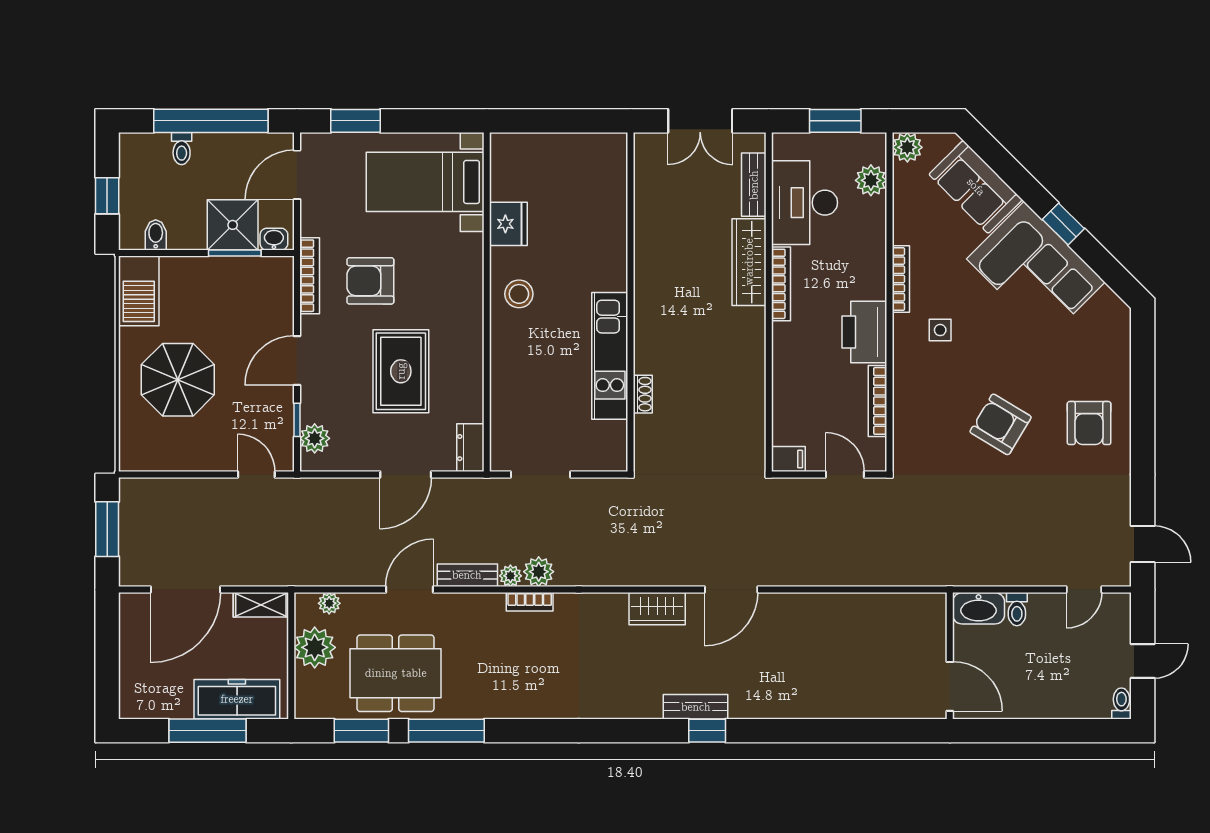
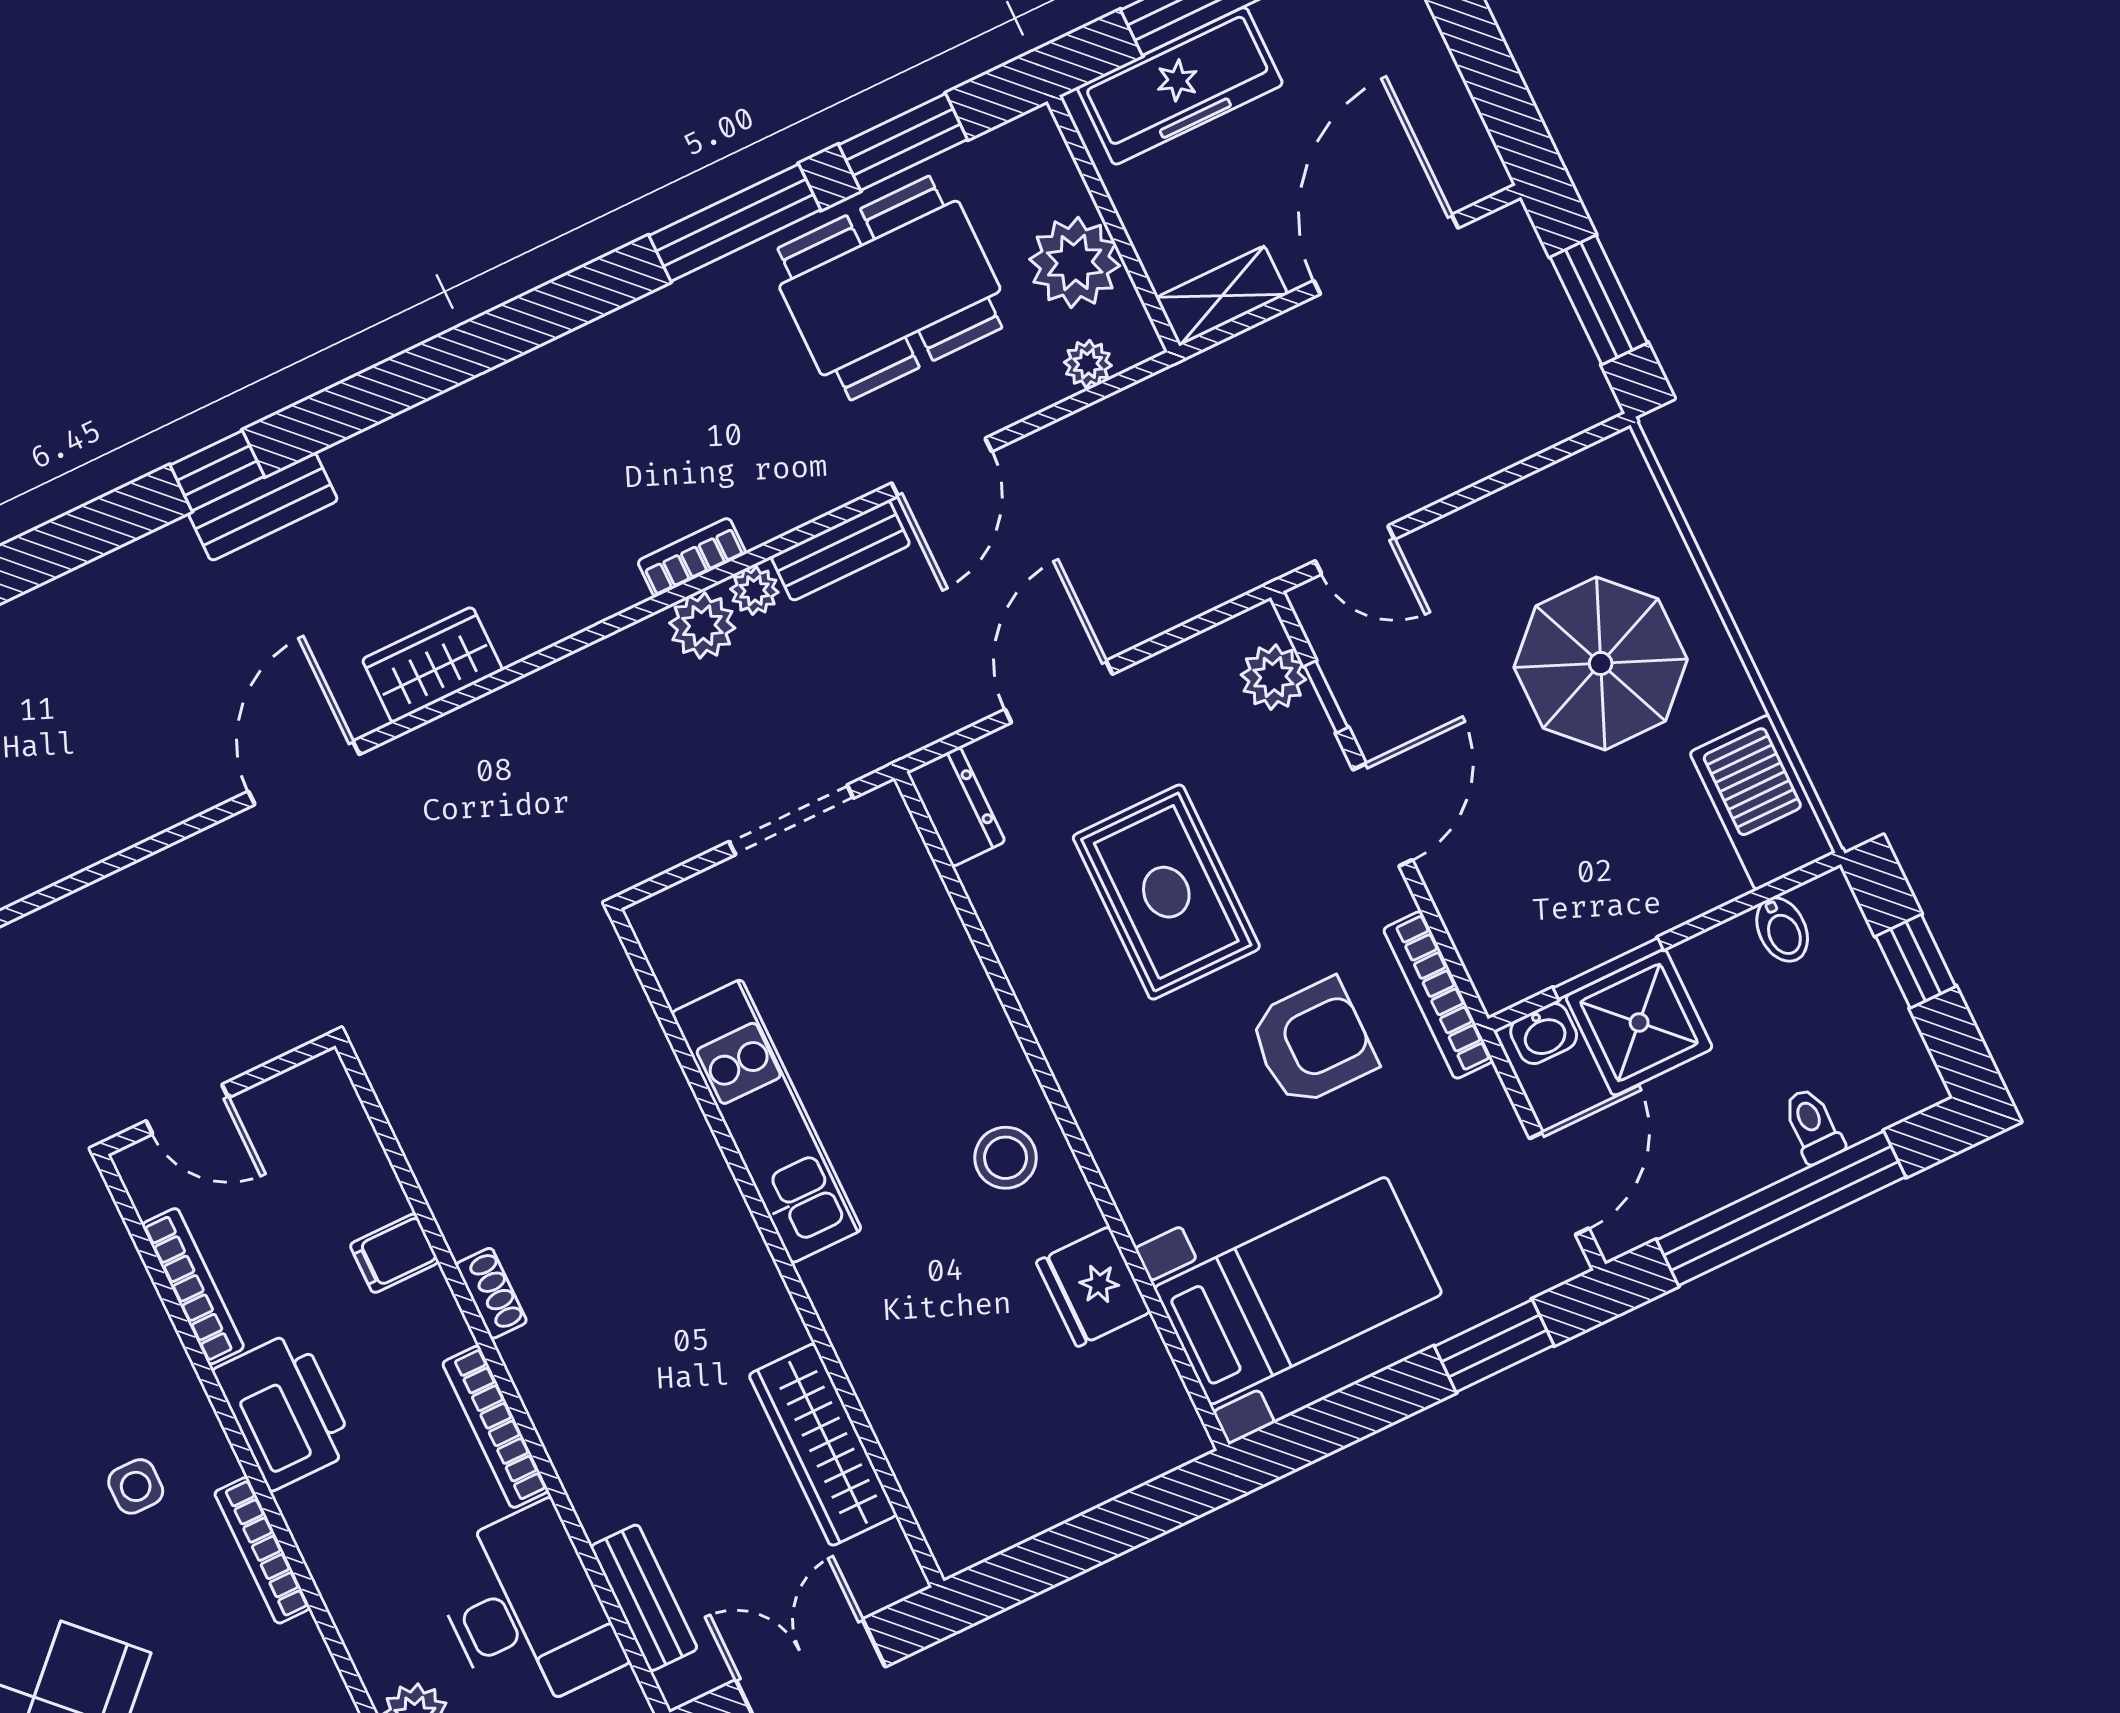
wardrobe: (749, 262) -> (823, 1445), moved, turned 180
shoe rack: (643, 394) -> (491, 1293), moved, turned 180
filing cabinet: (788, 459) -> (394, 1253), moved

